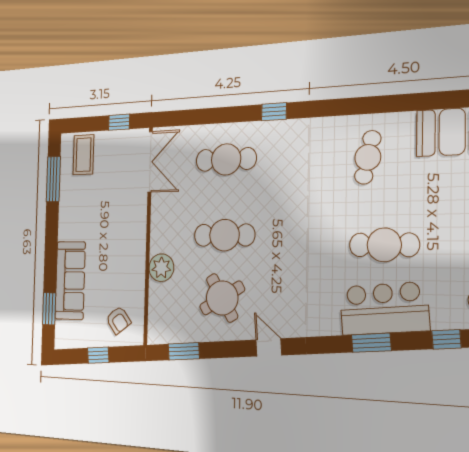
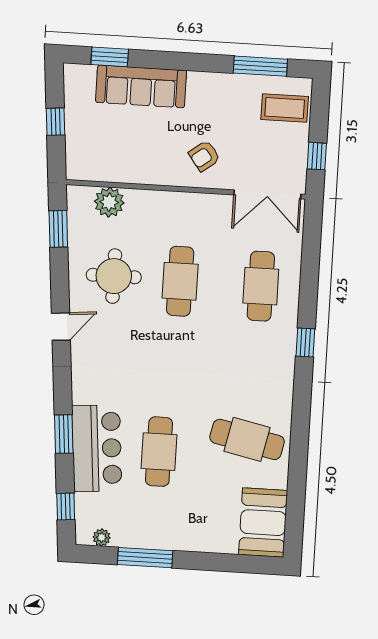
cafe table: (368, 157) -> (247, 439), width x1.37, depth x1.35
plant: (161, 268) -> (109, 202), moved
round table: (222, 298) -> (114, 276), turned 31
armchair: (118, 320) -> (204, 156), moved

